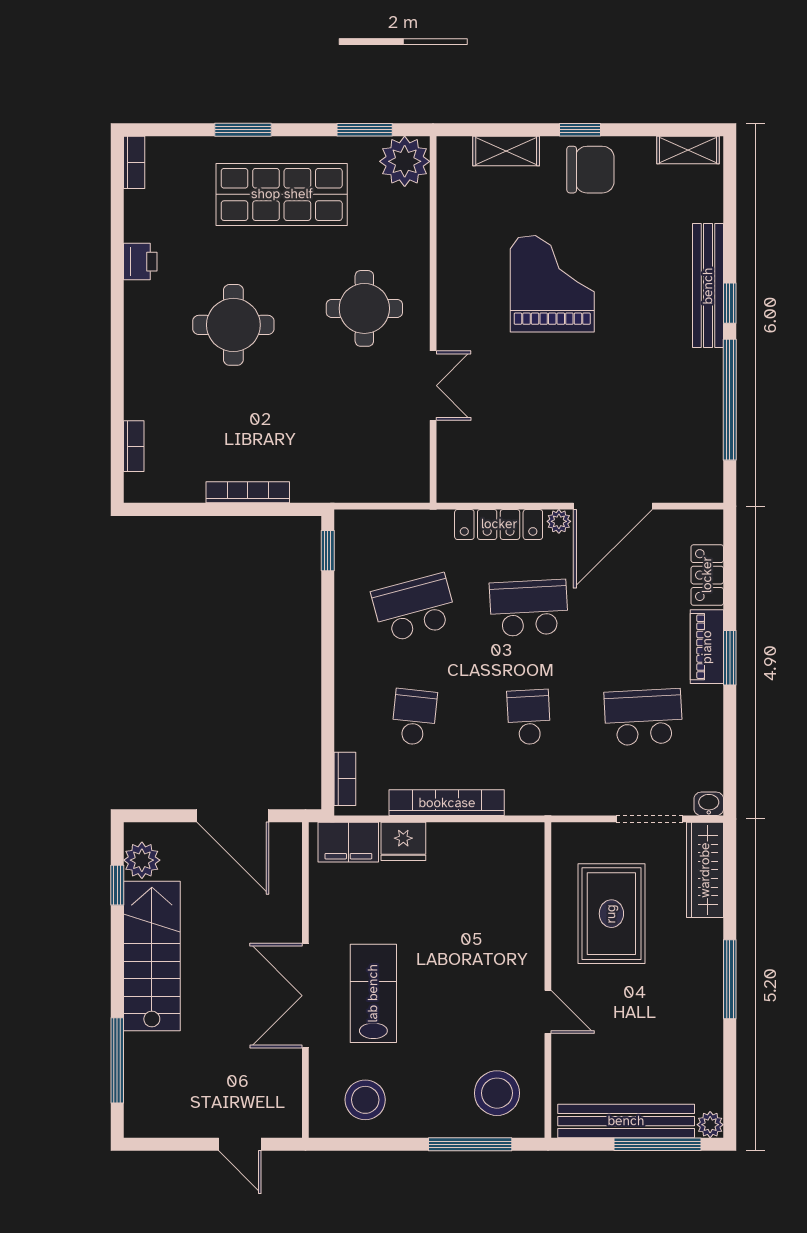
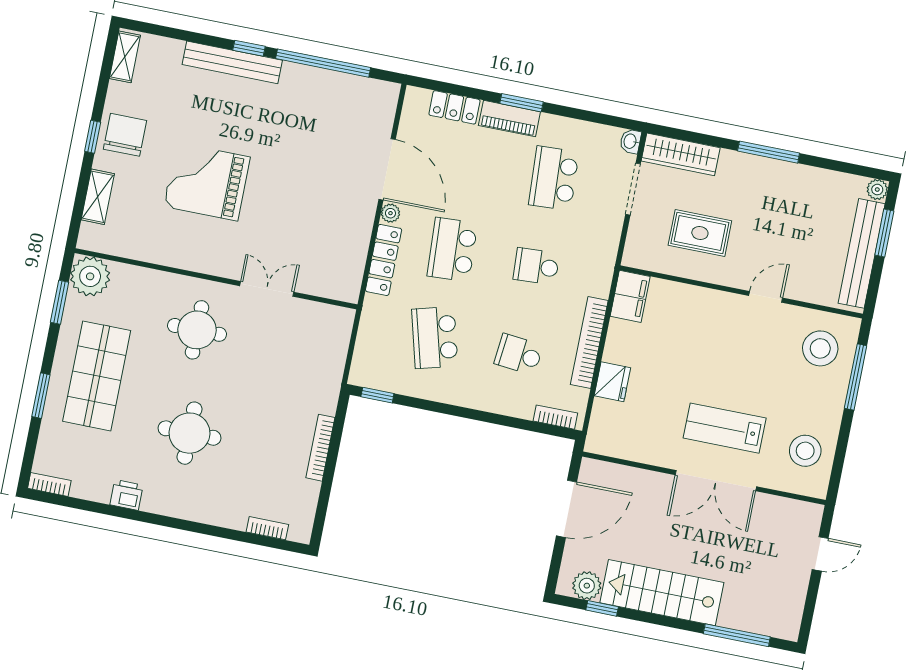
filing cabinet: (348, 842) -> (630, 296), moved
rug: (611, 914) -> (700, 233), width x0.73, depth x0.70
window: (657, 1144) -> (884, 233), width x0.69

